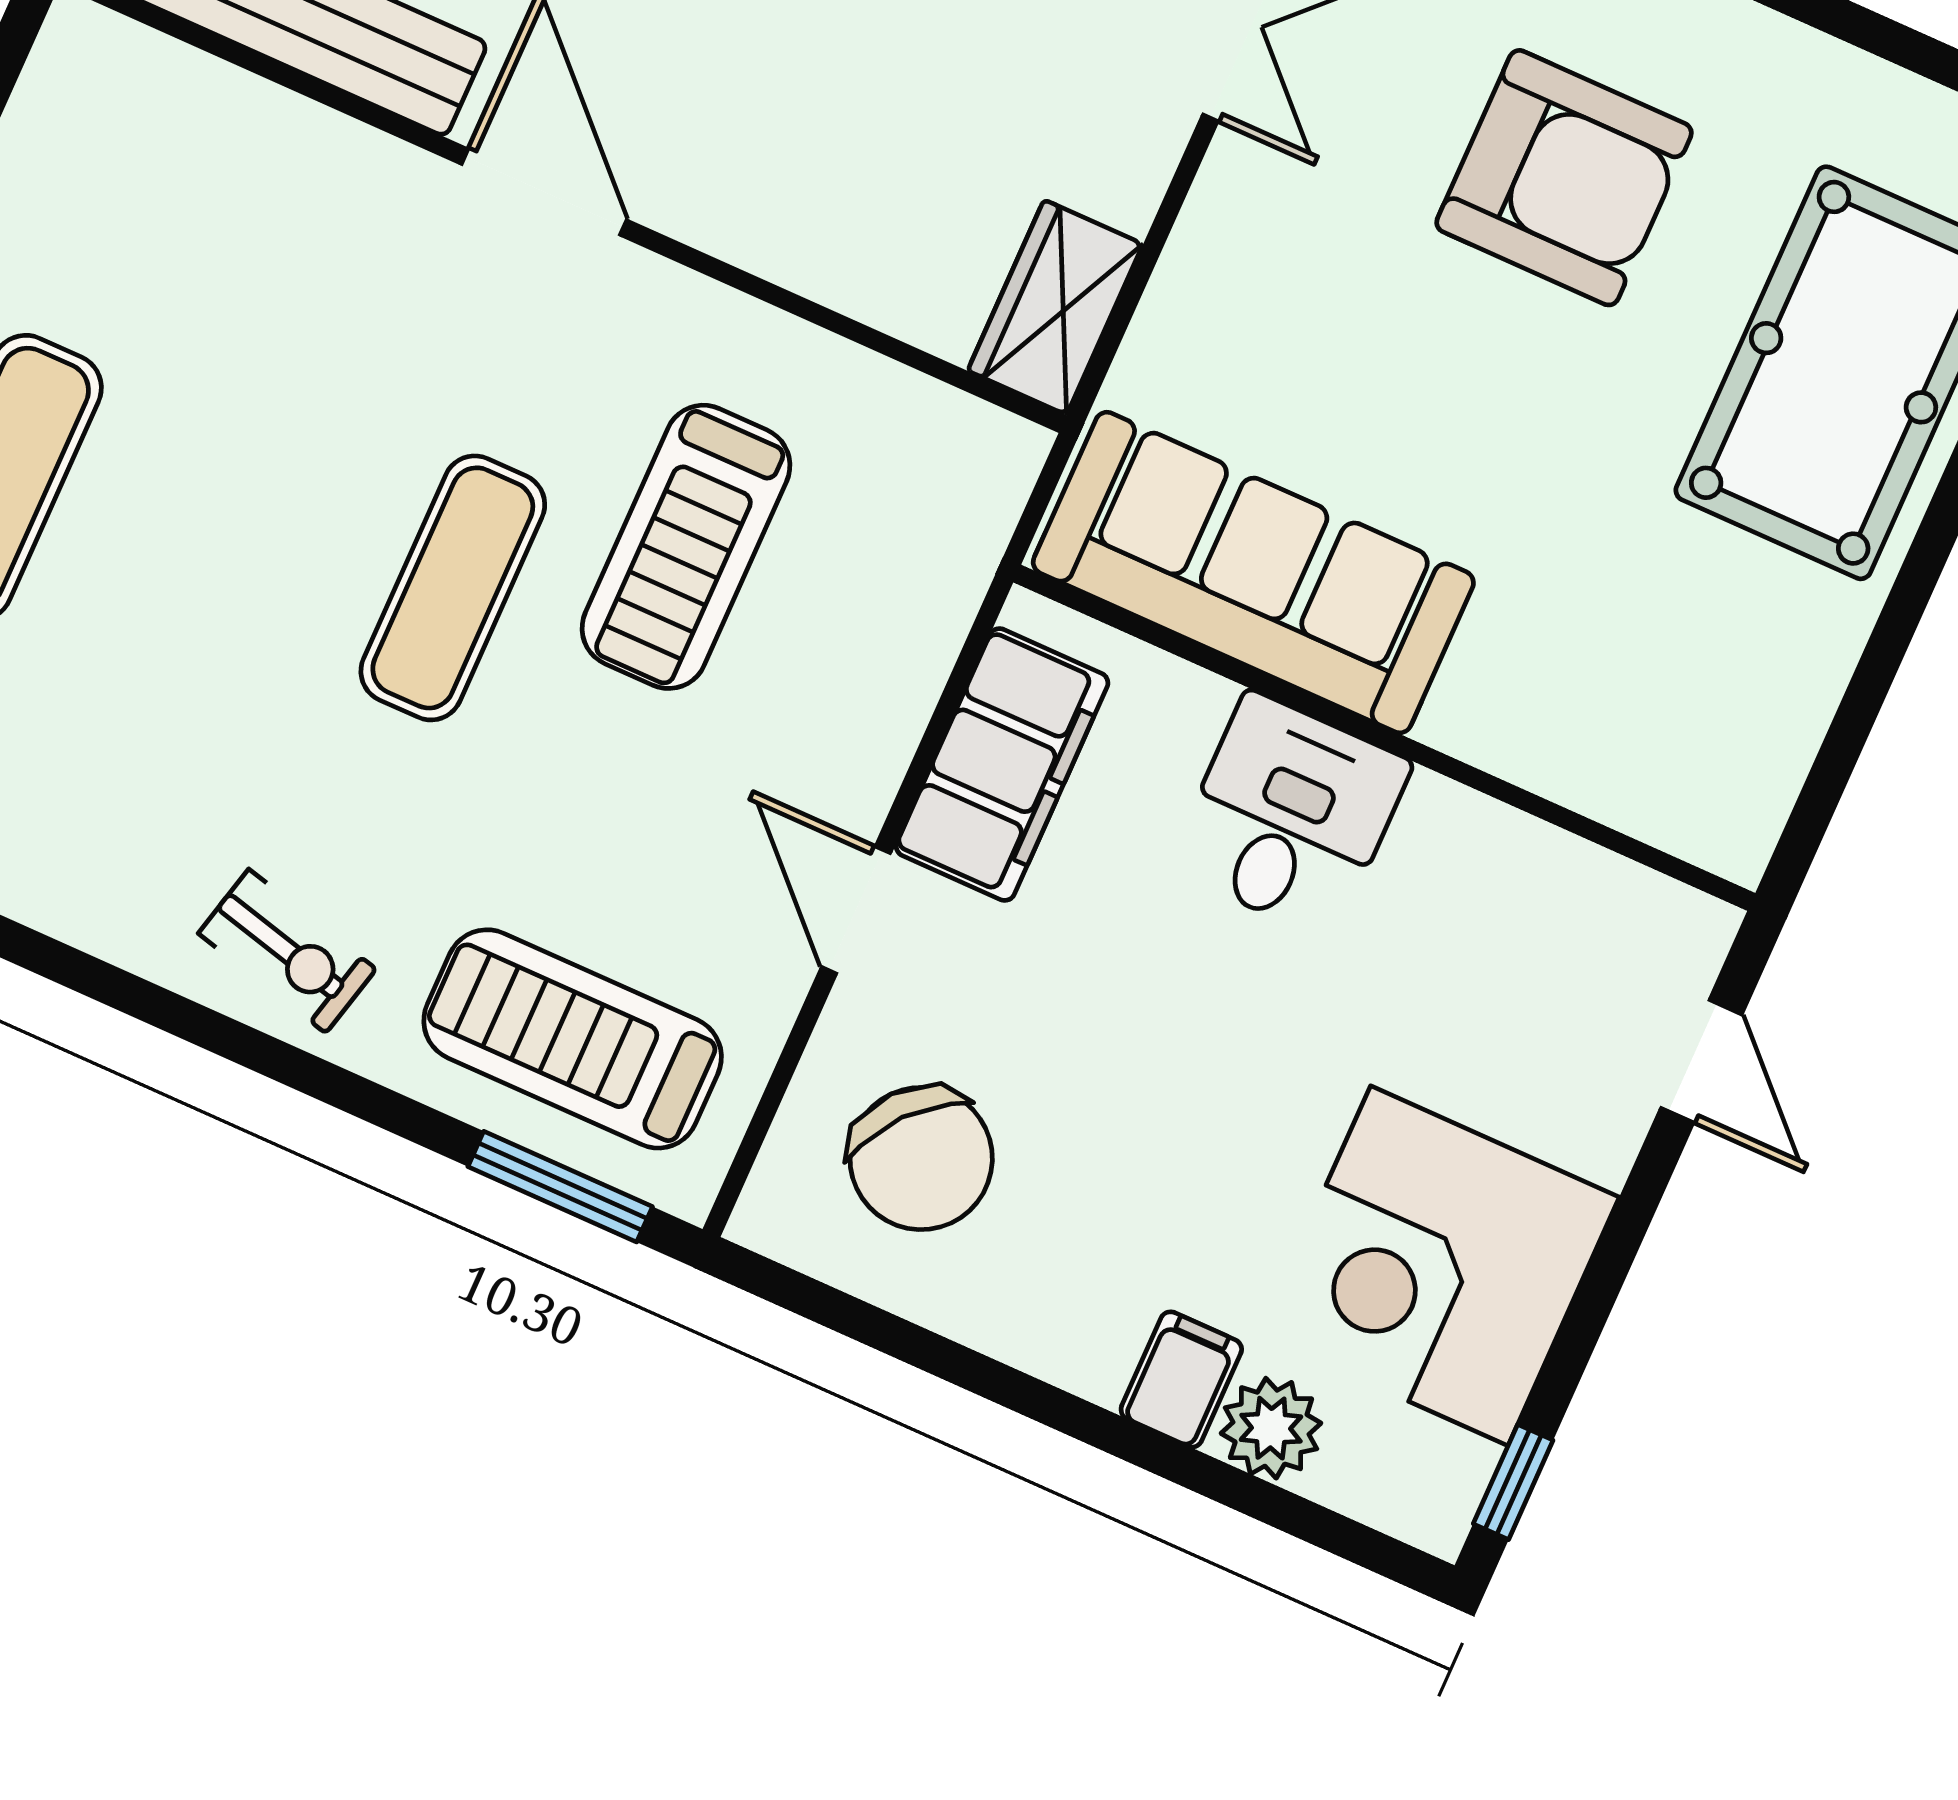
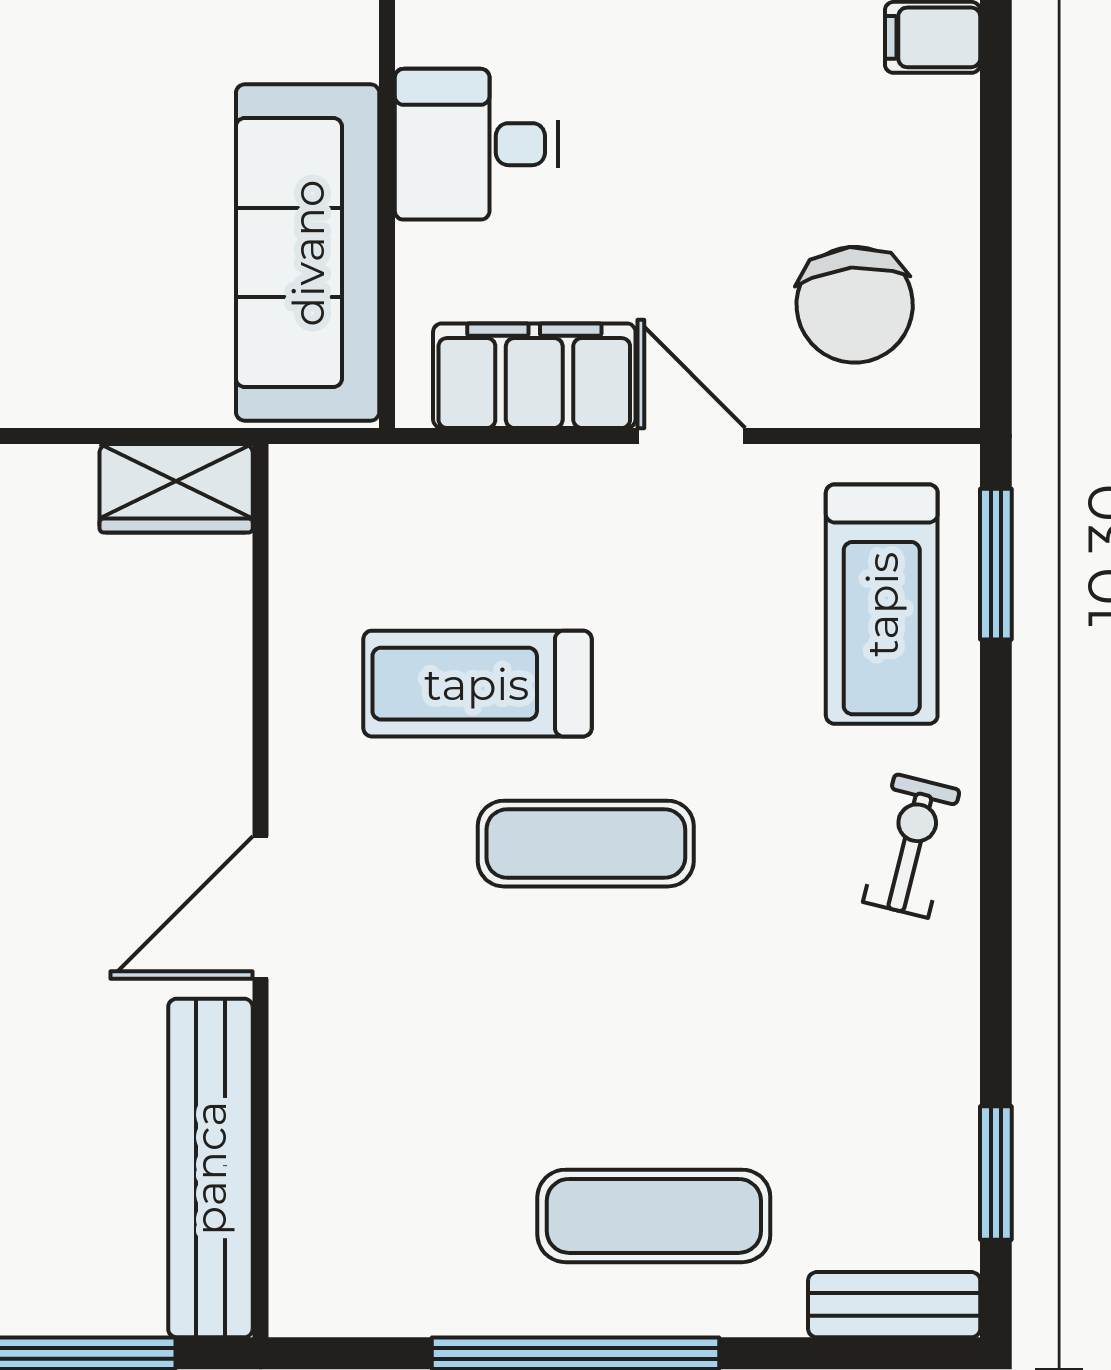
treadmill: (686, 547) -> (477, 684), turned 180
door: (856, 910) -> (691, 436), swing flipped
chair: (921, 1158) -> (855, 305), turned 134

